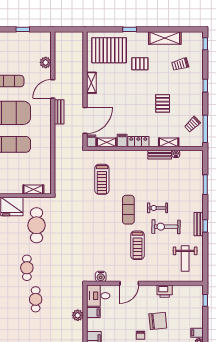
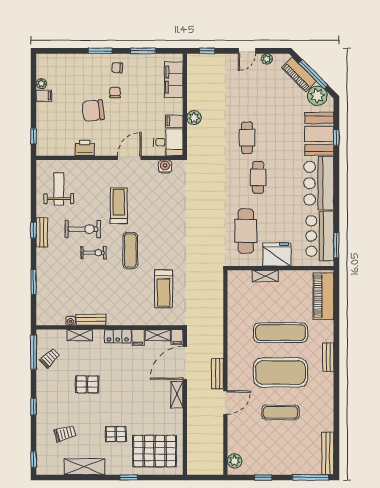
plant: (46, 62) -> (235, 461), moved
shelving: (91, 83) -> (177, 395), moved
pallet: (163, 103) -> (87, 384), turned 90
treadmill: (102, 179) -> (164, 289), turned 180
shelving: (33, 189) -> (266, 276), moved

